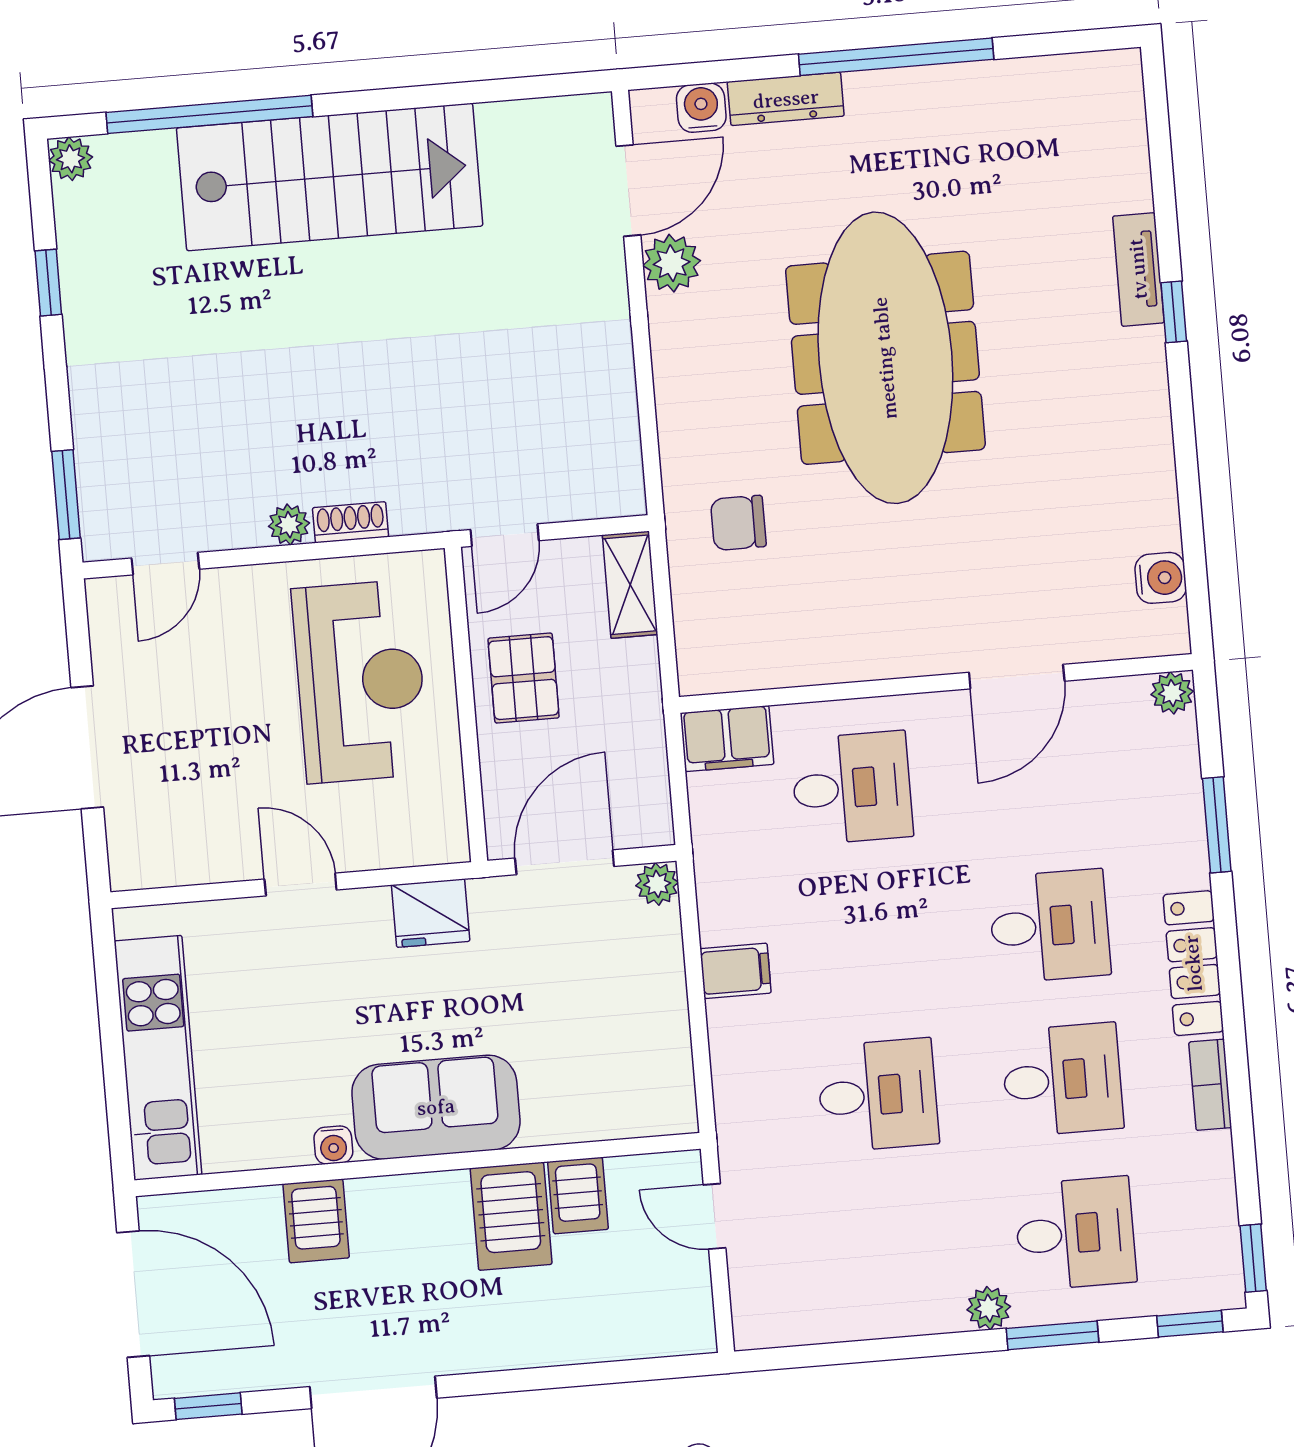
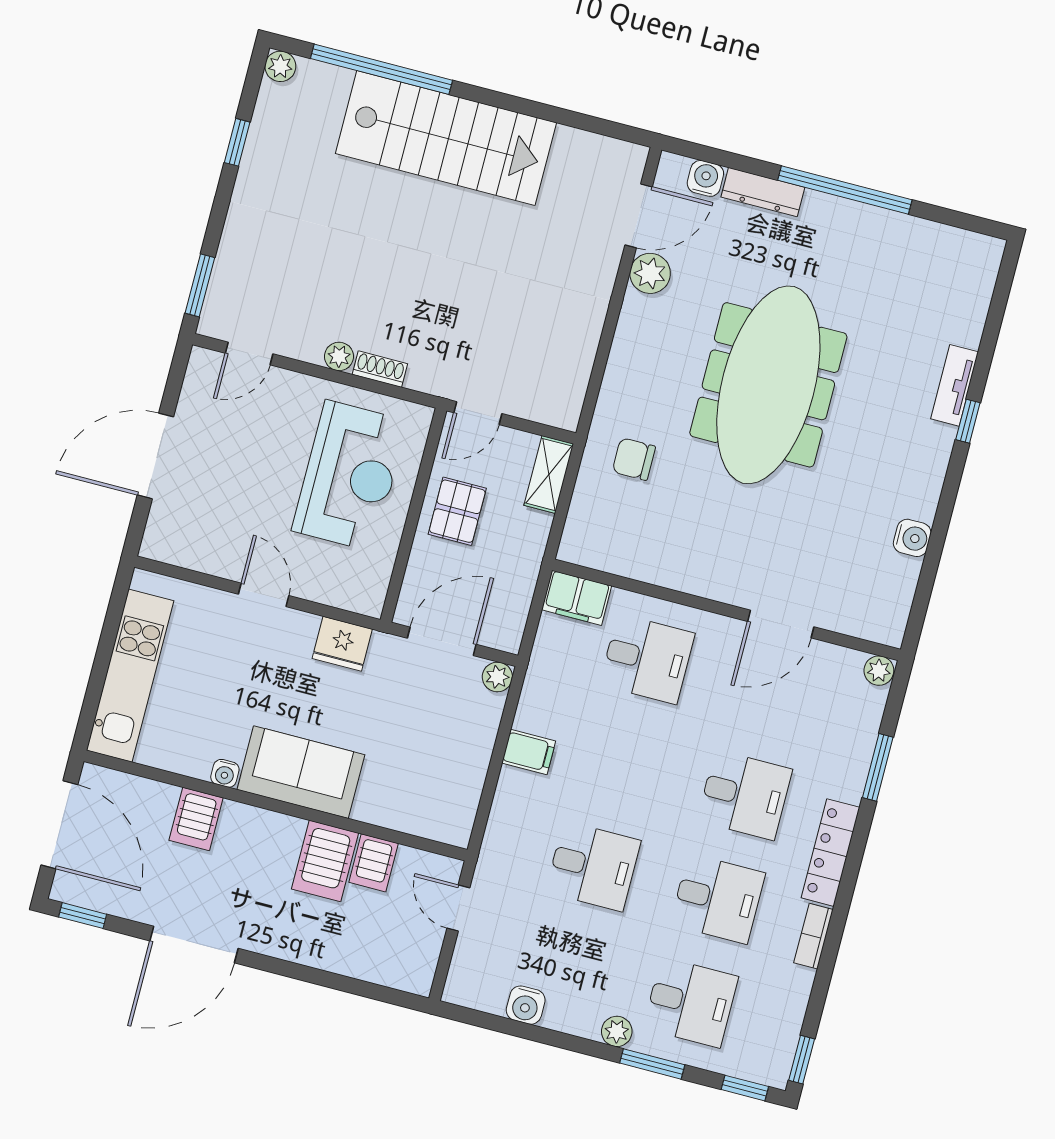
water cooler: (1161, 578) -> (912, 538), moved
water cooler: (852, 1316) -> (526, 1005), added

